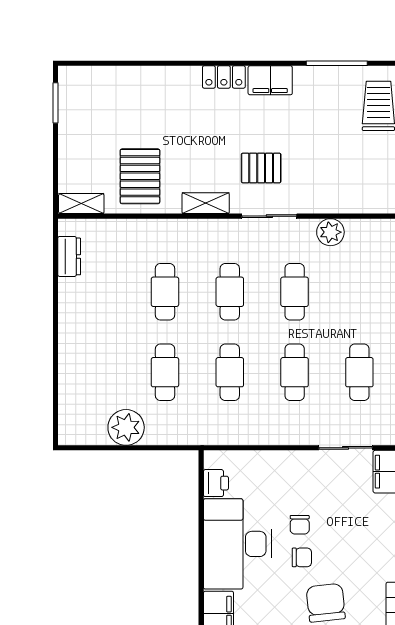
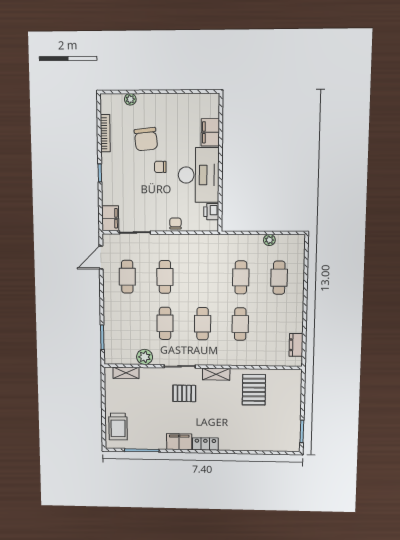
shelving: (81, 204) -> (126, 373), moved
cafe table: (230, 372) -> (279, 278), moved
plant: (126, 427) -> (269, 240), width x0.53, depth x0.53
chair: (300, 525) -> (175, 223), moved

